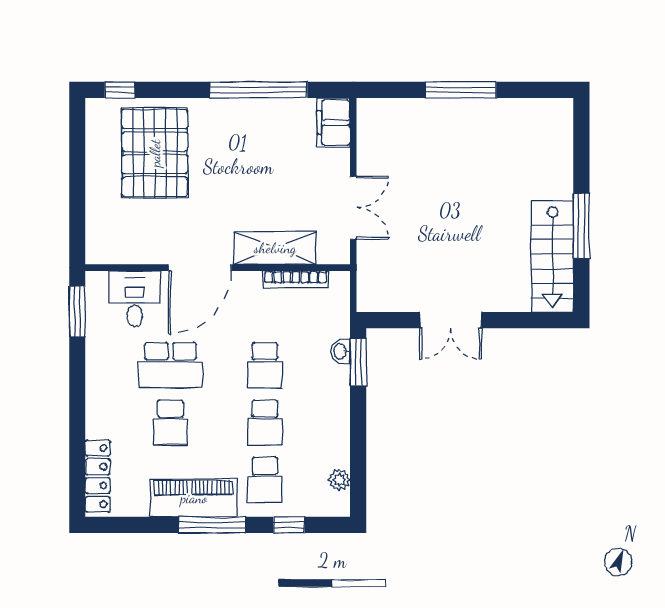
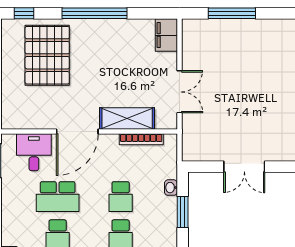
window: (259, 90) -> (94, 13), moved
window: (461, 90) -> (232, 13), moved
window: (358, 362) -> (183, 212), moved

